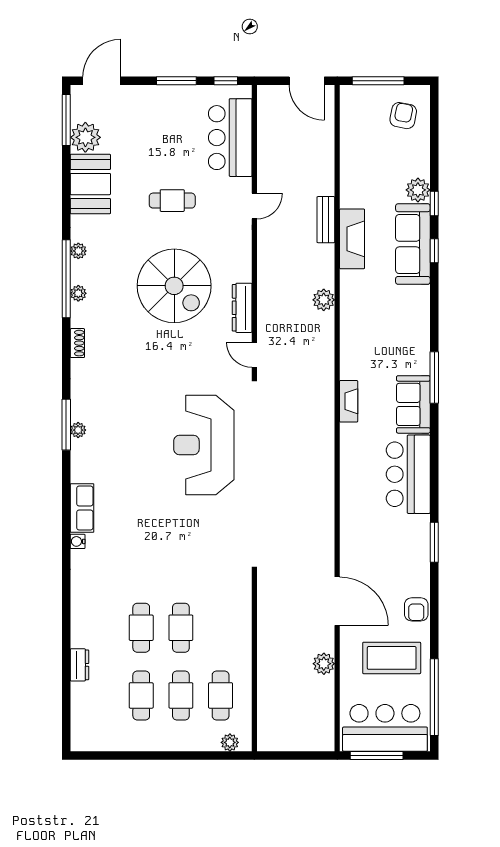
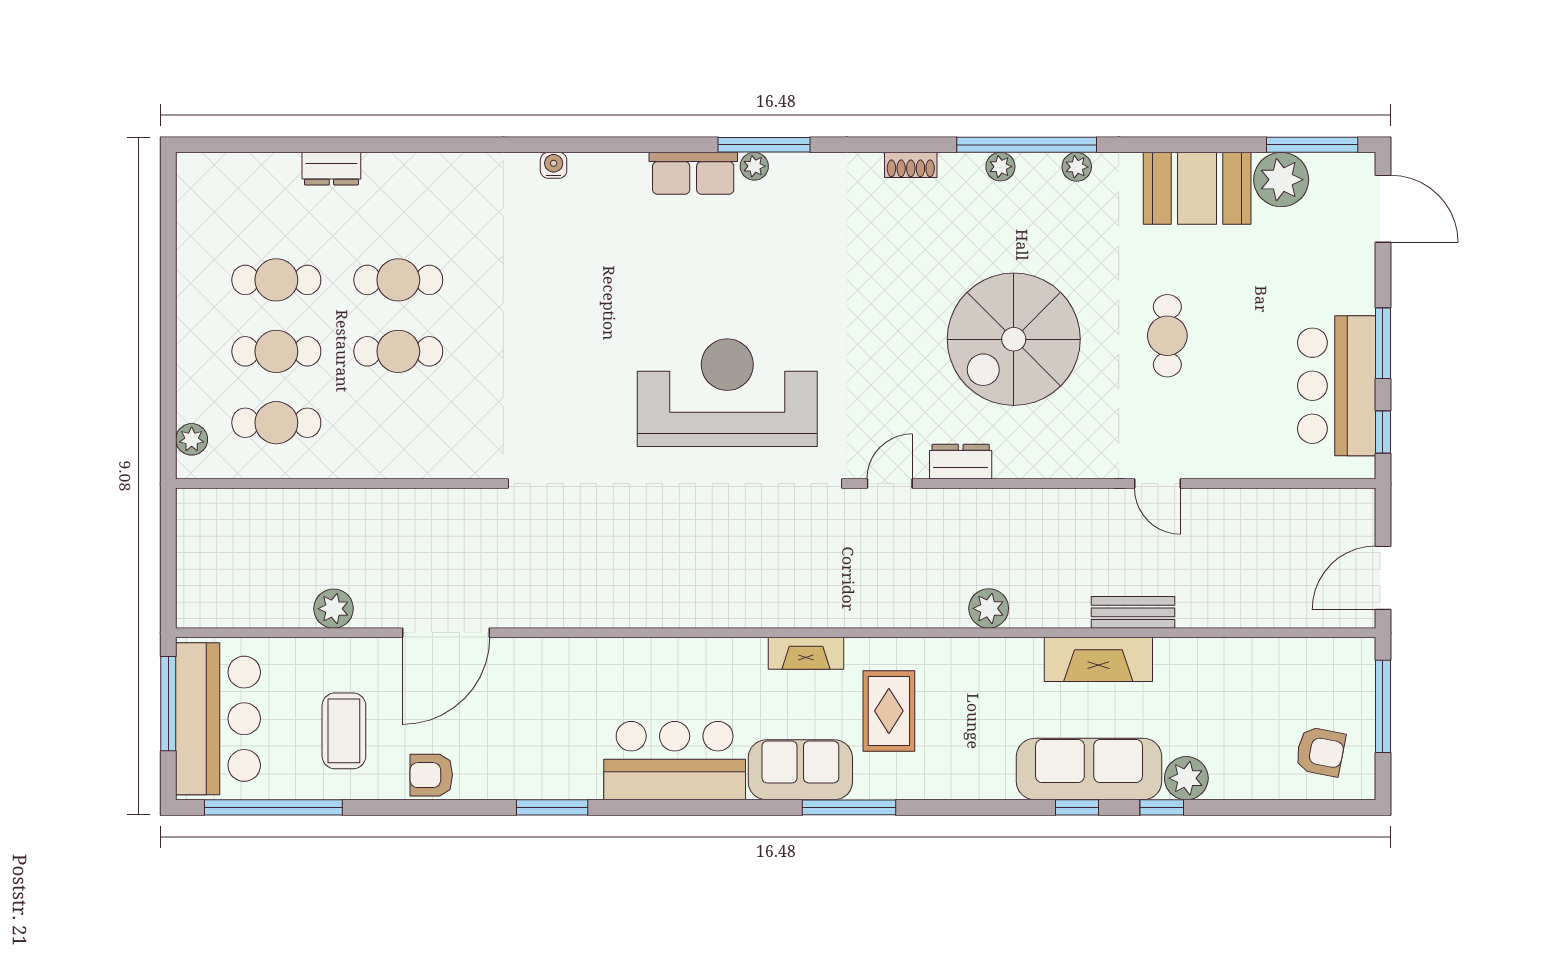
bar counter: (230, 138) -> (1337, 386), moved, turned -90
dresser: (242, 308) -> (961, 462), width x0.70
rug: (381, 355) -> (889, 711), added
row of seats: (82, 508) -> (693, 173), moved
coffee table: (392, 658) -> (344, 731), width x0.73, depth x0.76

